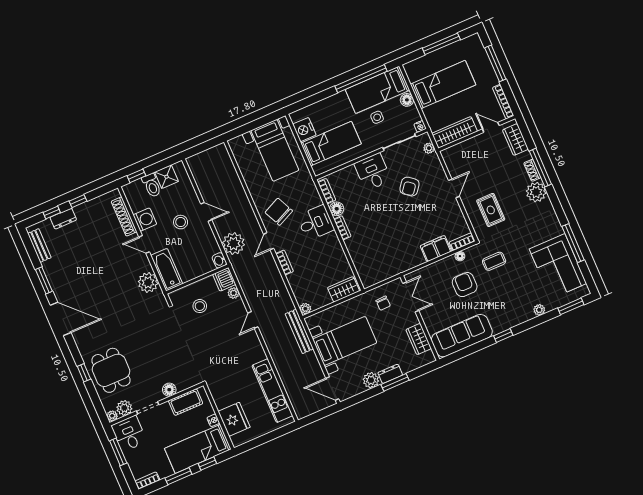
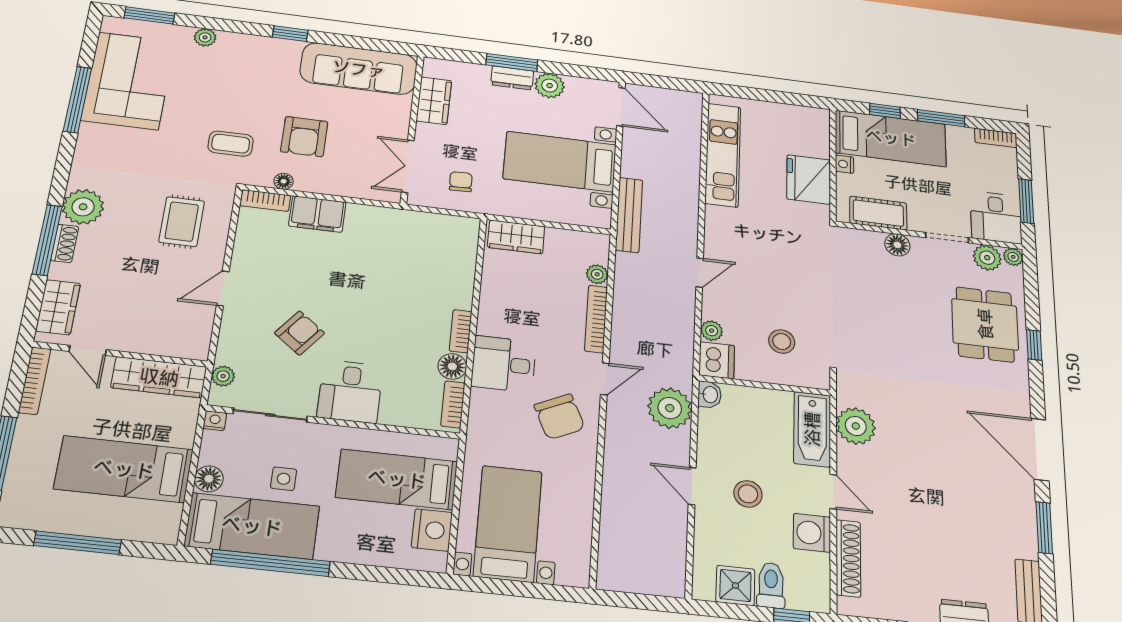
bookcase: (285, 262) -> (596, 319), width x1.56
plant: (305, 309) -> (597, 274), moved
fridge: (234, 419) -> (809, 179), moved

